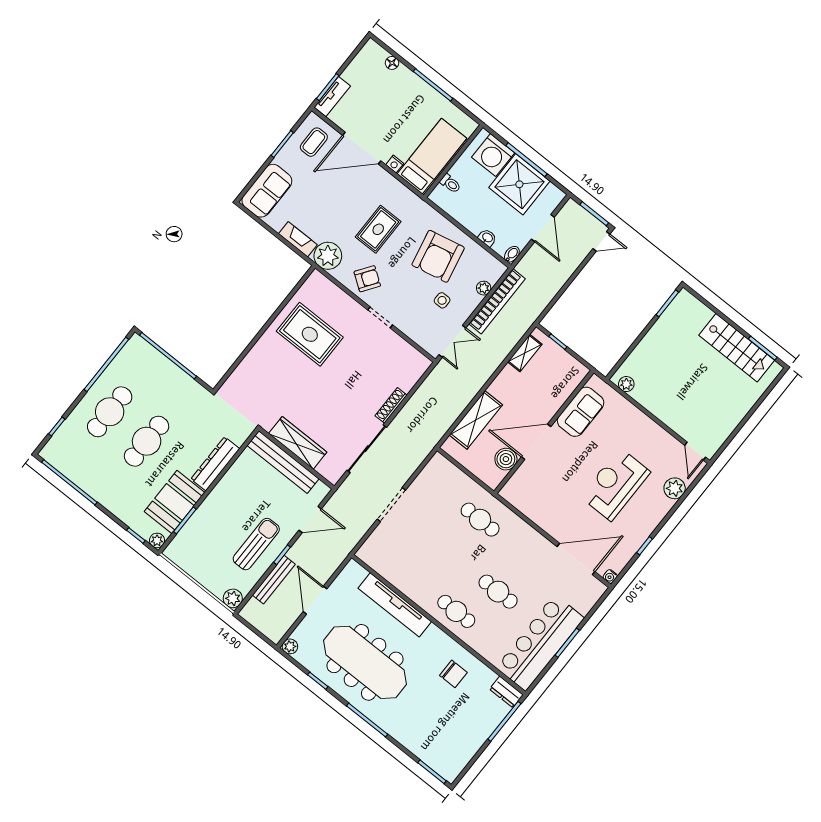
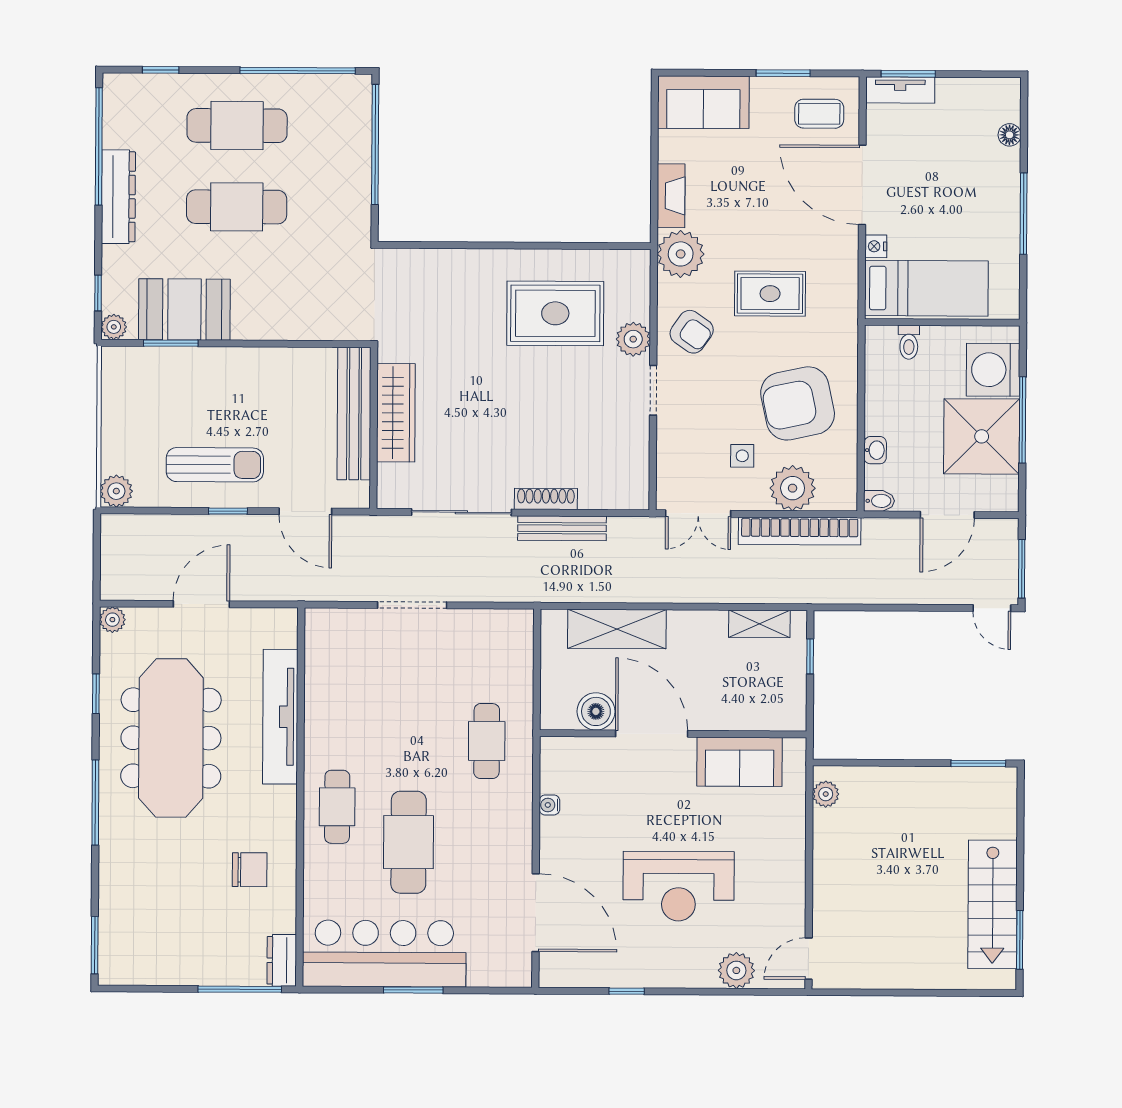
plant: (484, 288) -> (793, 488), width x1.88, depth x1.88
plant: (350, 308) -> (633, 339), added
rug: (310, 334) -> (555, 313), turned 90
dresser: (215, 464) -> (118, 197), moved, turned 90
reception desk: (615, 484) -> (678, 886), turned 180
water cooler: (610, 576) -> (549, 805), moved
bench: (274, 580) -> (562, 528), moved
cafe table: (498, 592) -> (409, 842), width x1.37, depth x1.35
chair: (453, 674) -> (250, 870), turned -90

